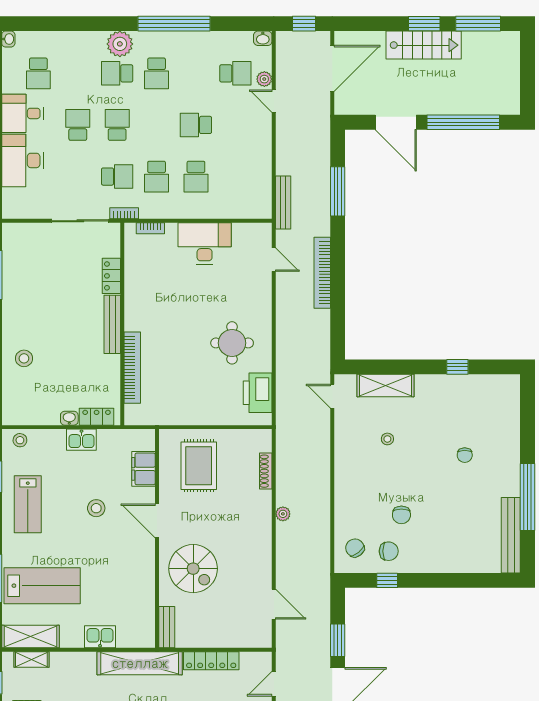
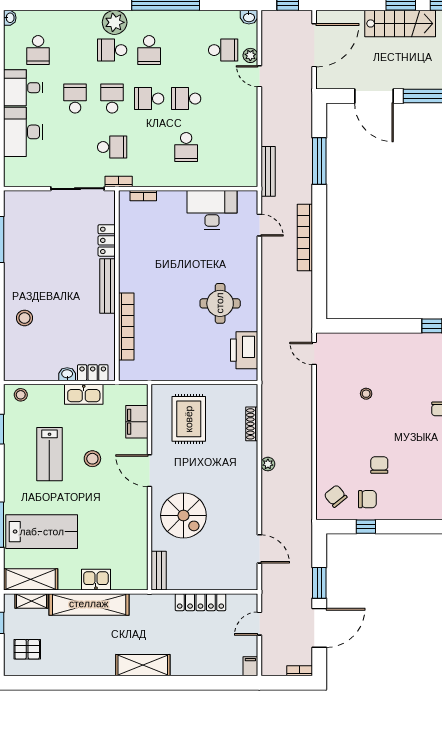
school desk: (157, 177) -> (149, 99), moved, turned 90
desk: (205, 243) -> (212, 210), moved
shelving: (385, 385) -> (364, 343), removed
kitchen sink: (81, 440) -> (84, 394), width x1.38
lab bench: (28, 504) -> (49, 454), moved
chair: (401, 515) -> (379, 465), turned 180
shelving: (140, 663) -> (89, 604), moved

